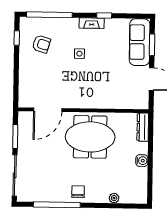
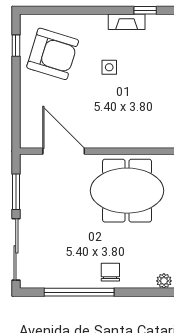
window: (49, 15) -> (64, 10), removed
armchair: (41, 44) -> (53, 54), width x1.88, depth x1.88
door: (48, 110) -> (64, 151), swing flipped

